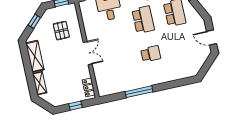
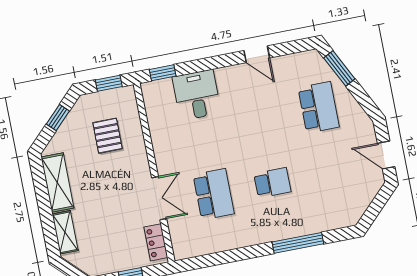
school desk: (143, 20) -> (214, 194), moved
double door: (88, 53) -> (159, 198), moved
window: (139, 92) -> (298, 243), moved

